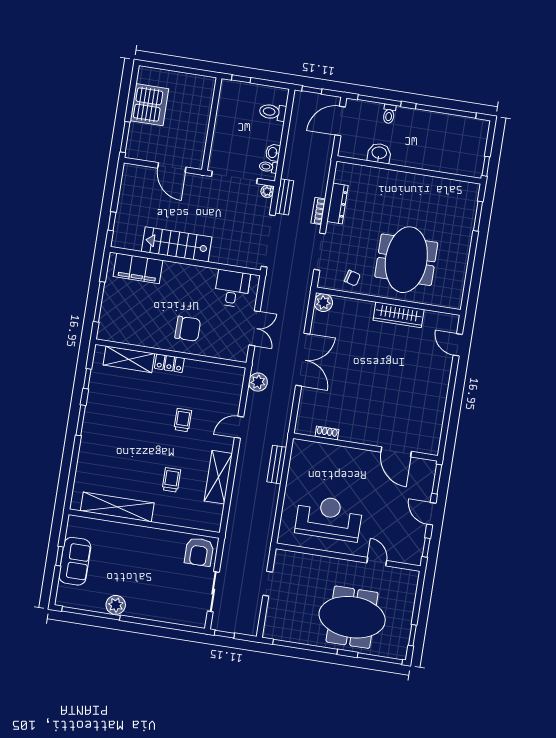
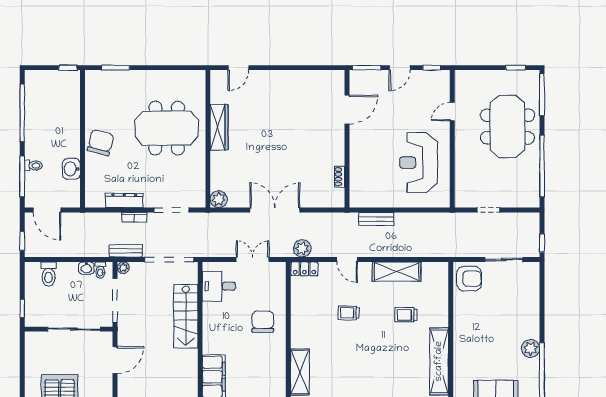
sliding door: (211, 130) -> (74, 329), added
stairs: (177, 244) -> (186, 316), moved
chair: (352, 278) -> (101, 143), moved, width x1.87, depth x1.87
locker: (169, 363) -> (304, 269), moved, turned 90

